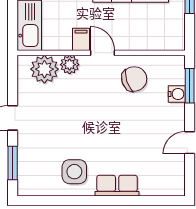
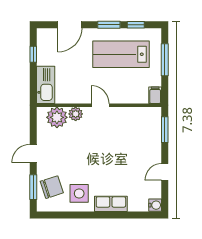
filing cabinet: (81, 39) -> (155, 95), moved
chair: (134, 79) -> (52, 187), moved
water cooler: (177, 94) -> (155, 205), moved

